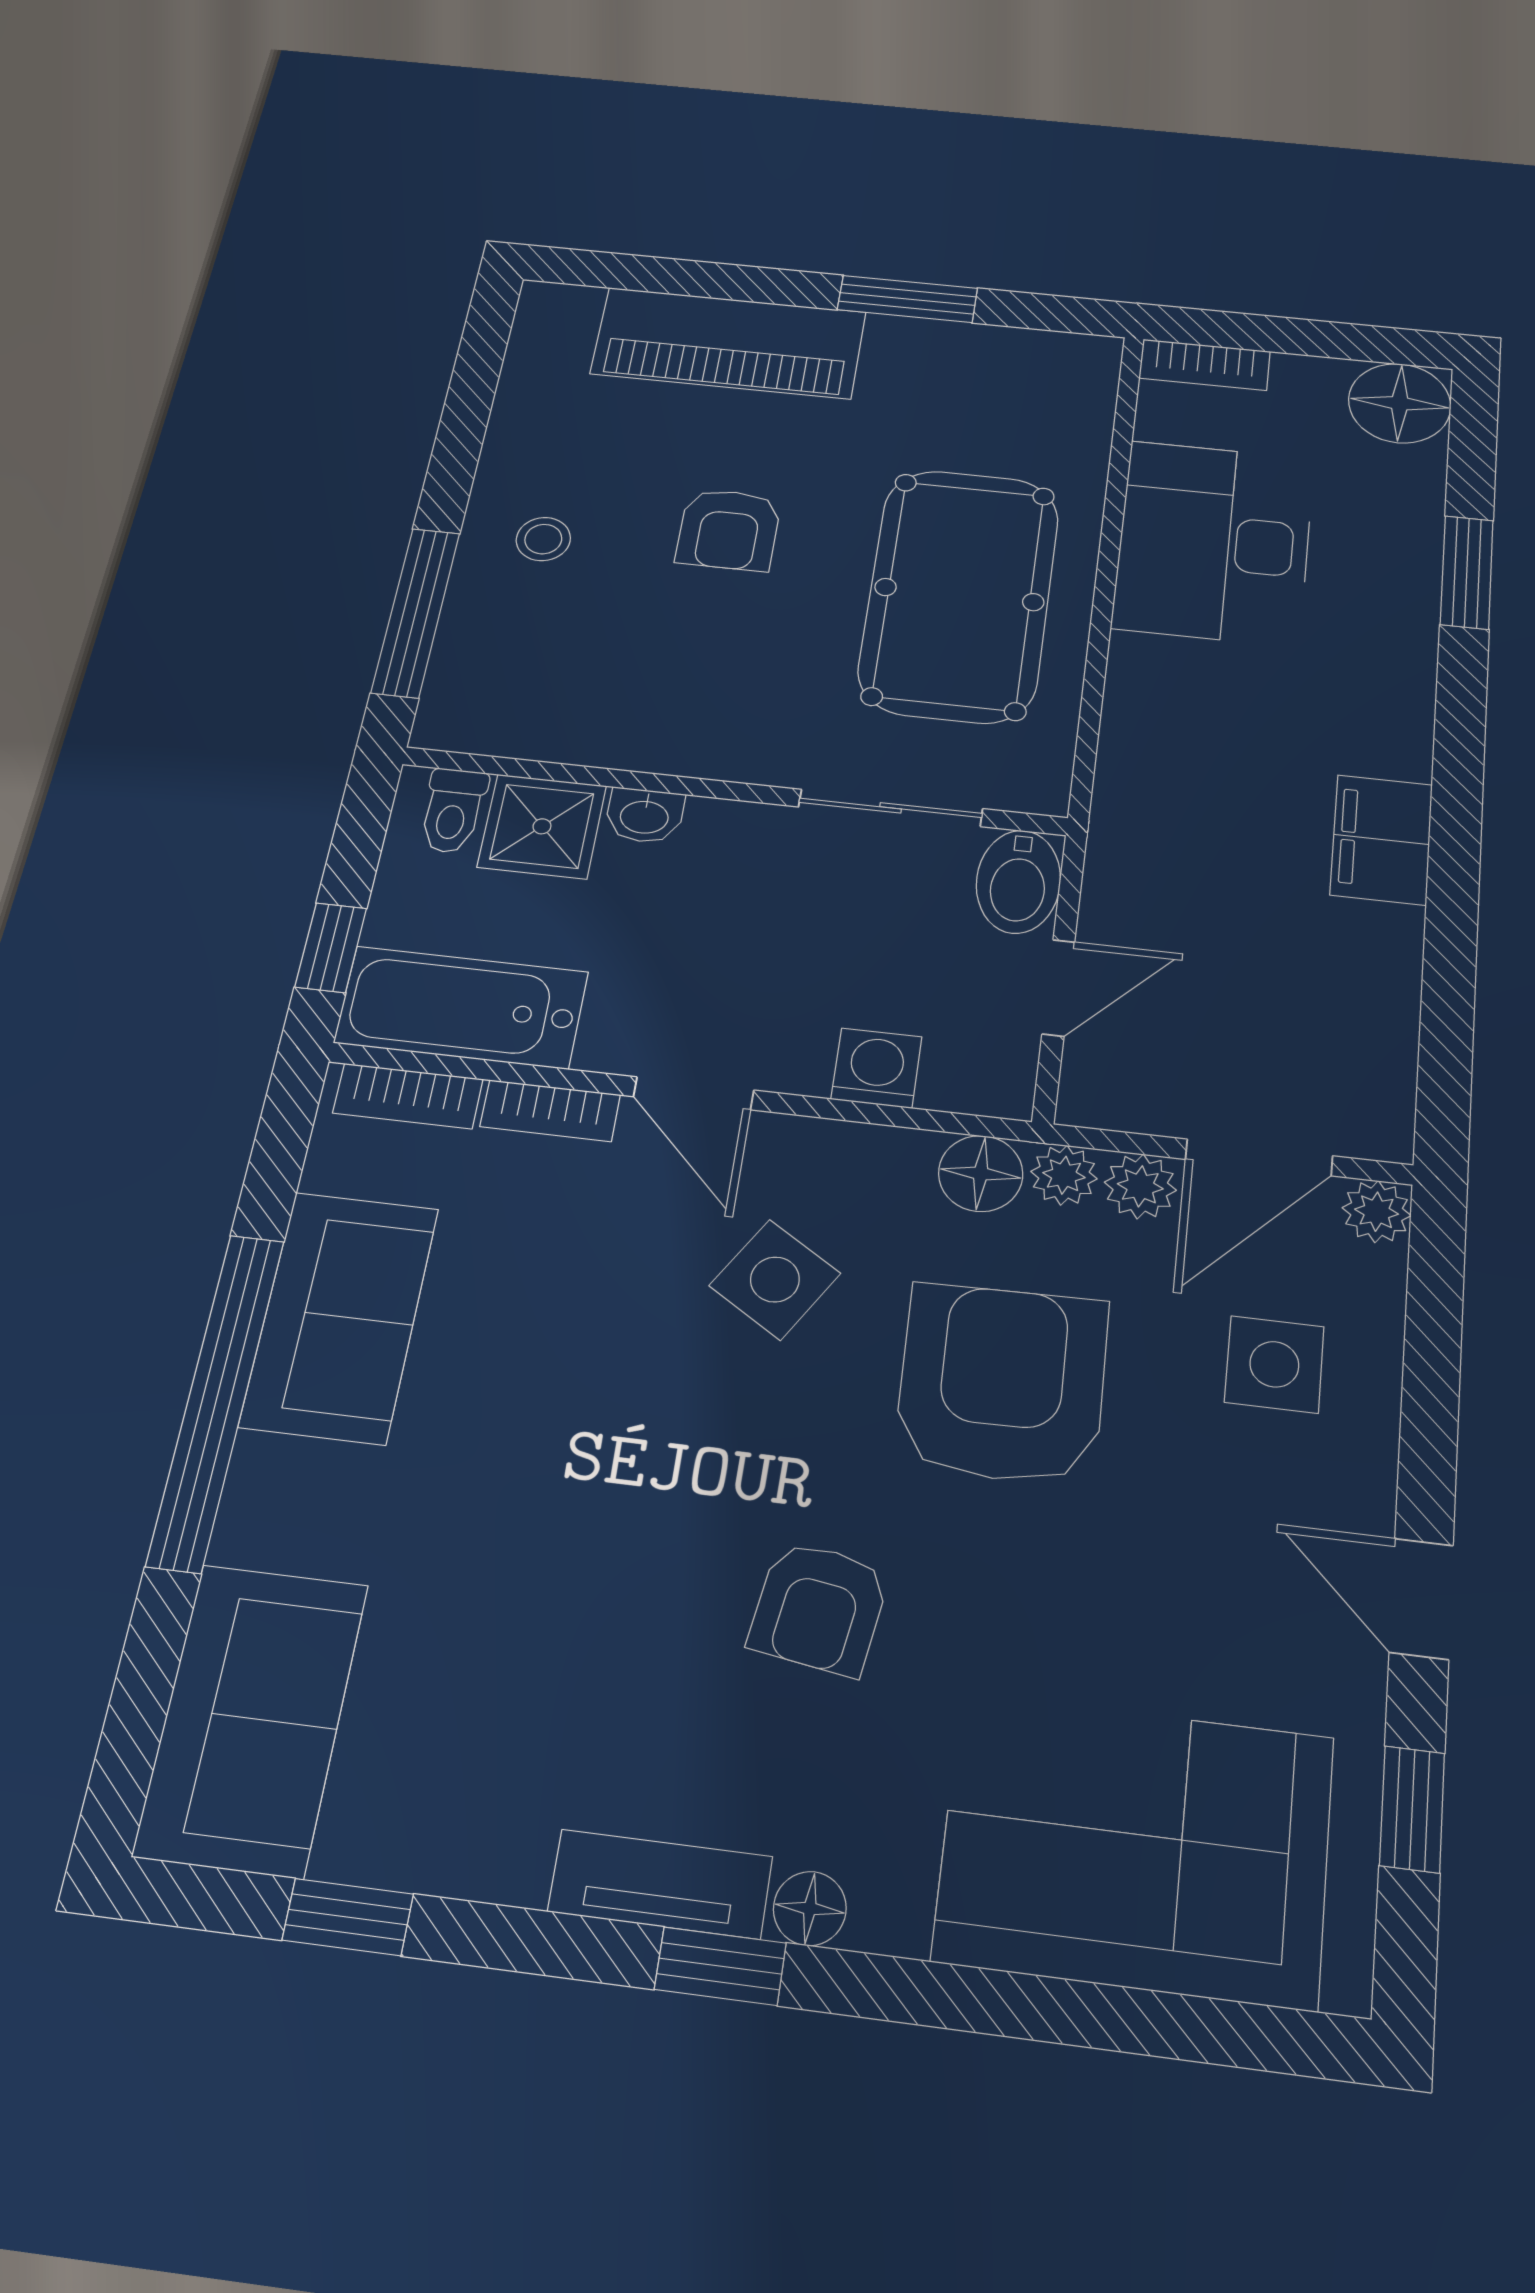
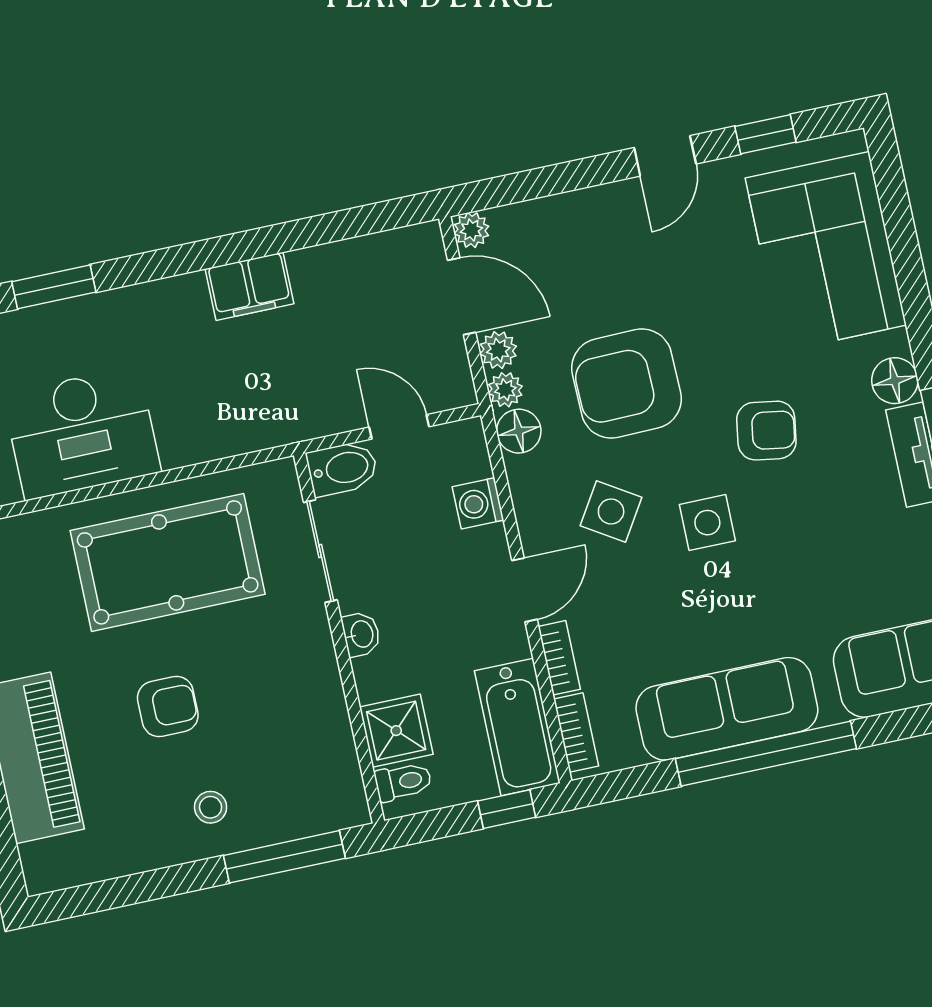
washbasin: (645, 816) -> (361, 634), moved
sofa: (340, 1317) -> (727, 709), width x1.36
side table: (1274, 1364) -> (707, 523), moved
floor lamp: (810, 1909) -> (895, 381), width x1.37, depth x1.37

